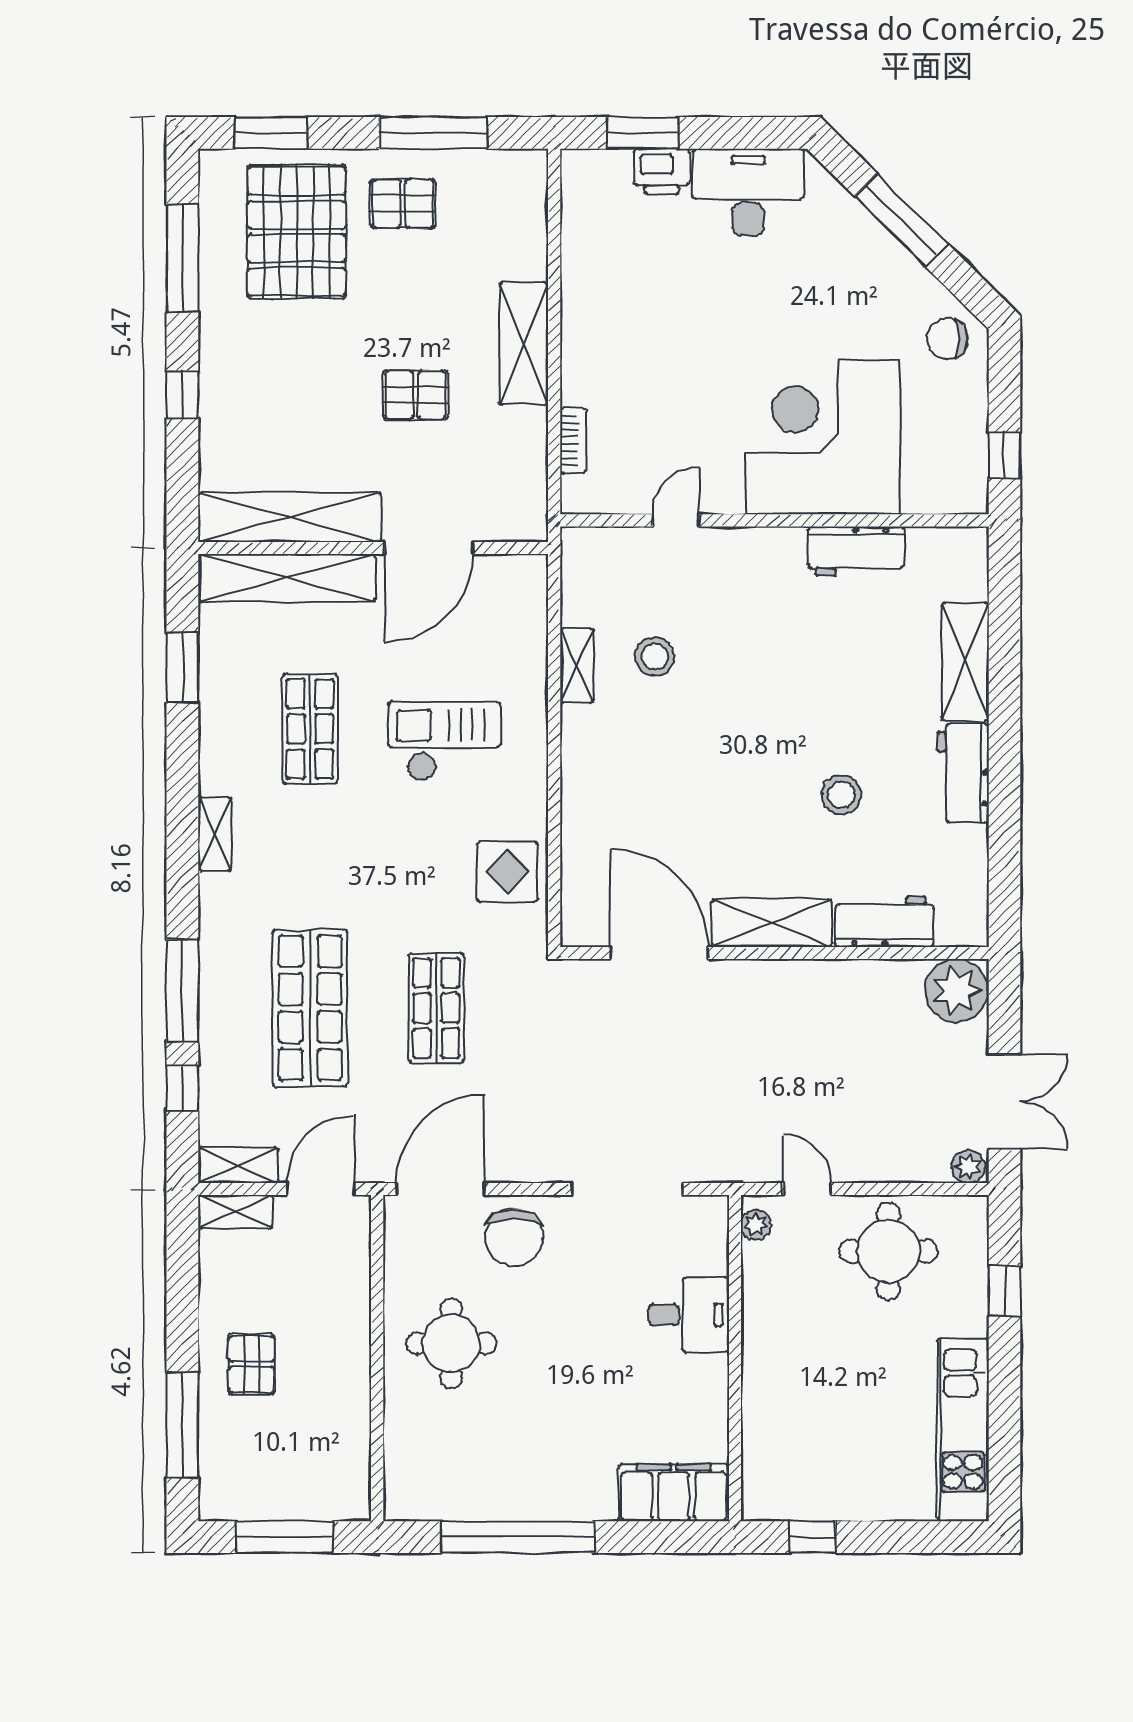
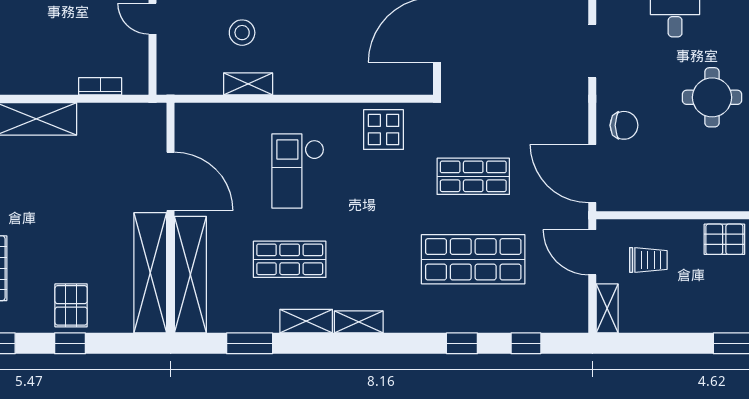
pallet: (415, 395) -> (71, 305), moved
window: (182, 991) -> (462, 343), width x0.46
shelving: (238, 1165) -> (306, 321), moved, turned 90
doorway: (627, 1189) -> (592, 51), width x0.73
chair: (514, 1237) -> (624, 125), width x0.73, depth x0.73
trolley: (309, 1274) -> (648, 260), added
round table: (451, 1343) -> (712, 97), moved
pallet: (251, 1364) -> (724, 239), moved

